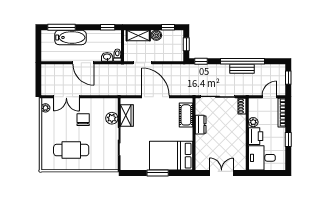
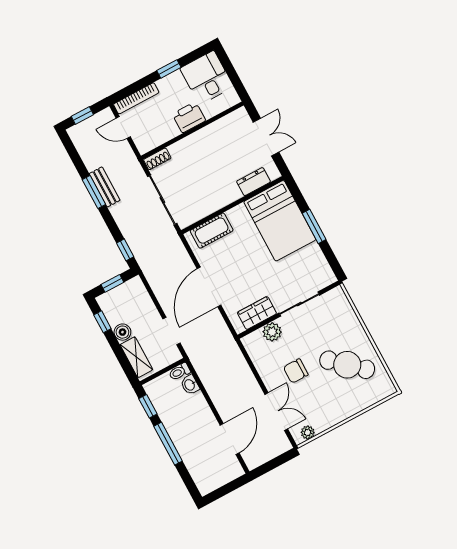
window: (62, 27) -> (168, 444), moved
bathtub: (70, 37) -> (190, 451), removed
window: (243, 61) -> (94, 192), width x0.47
door: (83, 63) -> (230, 439), moved
plant: (253, 122) -> (171, 131), removed
dresser: (201, 125) -> (253, 182), moved
cafe table: (71, 150) -> (347, 365), turned -48
desk: (262, 158) -> (207, 78), moved, turned 180
double door: (222, 173) -> (266, 137), swing flipped

